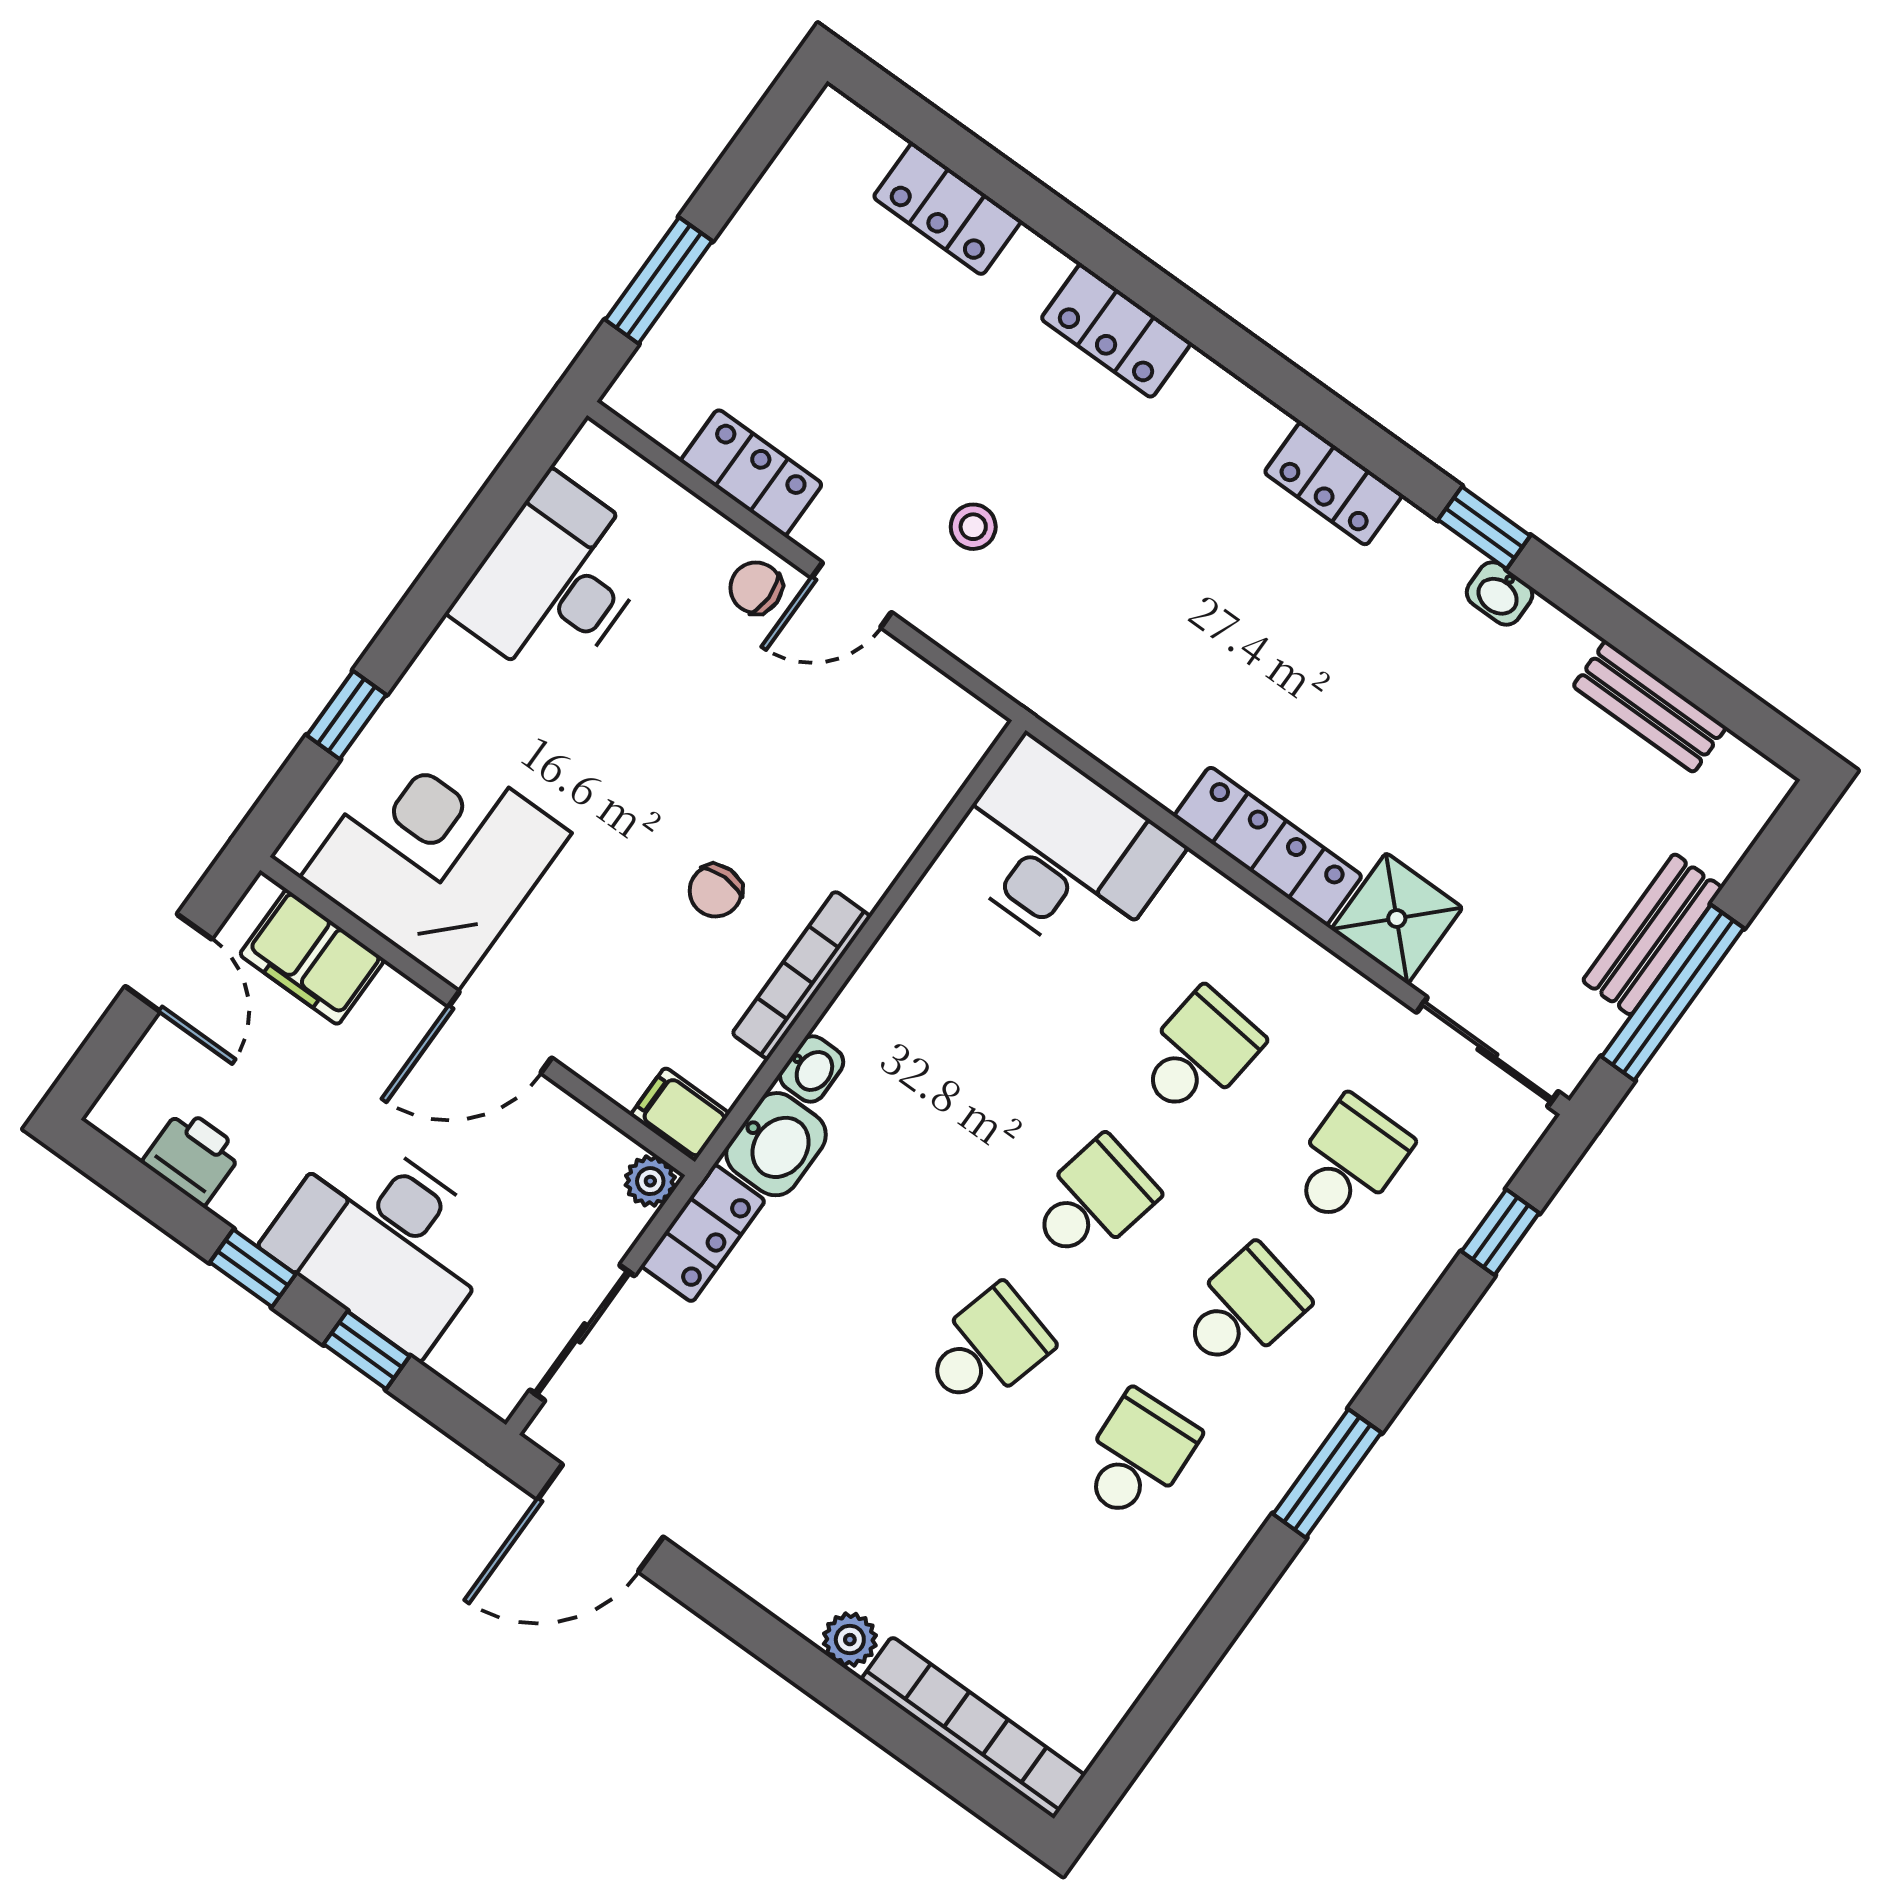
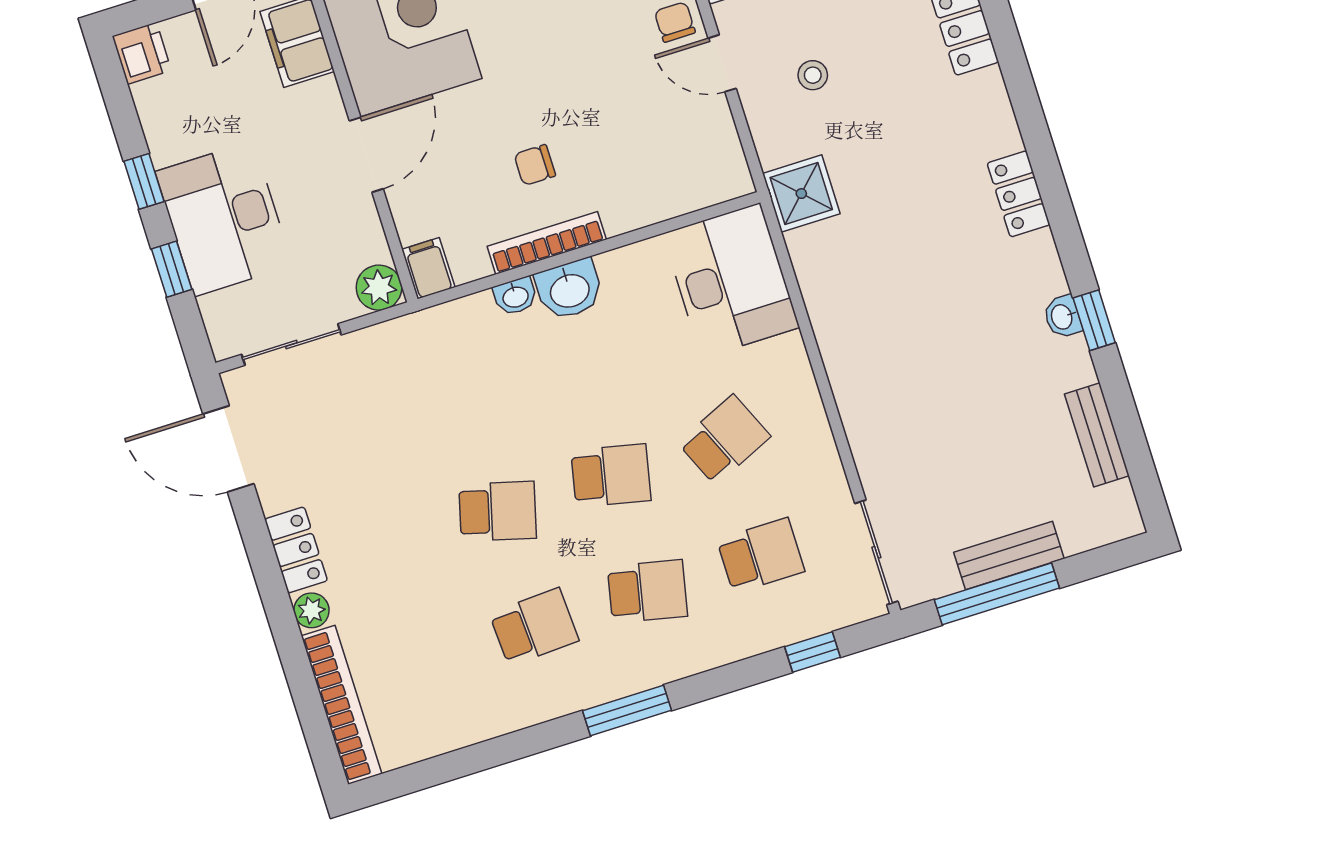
window: (1484, 528) -> (1094, 320), moved
locker: (1268, 846) -> (842, 358), removed
shower: (1397, 918) -> (801, 194), moved
door: (500, 1032) -> (366, 155), swing flipped
school desk: (1198, 1053) -> (724, 440), turned -30
washbasin: (776, 1144) -> (569, 289), moved
printer: (193, 1157) -> (142, 53), moved
plant: (650, 1181) -> (379, 288), width x1.38, depth x1.38
locker: (703, 1233) -> (296, 550), moved, turned -90

